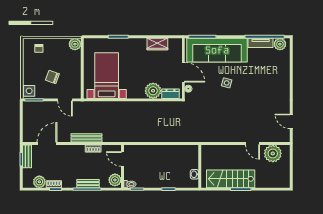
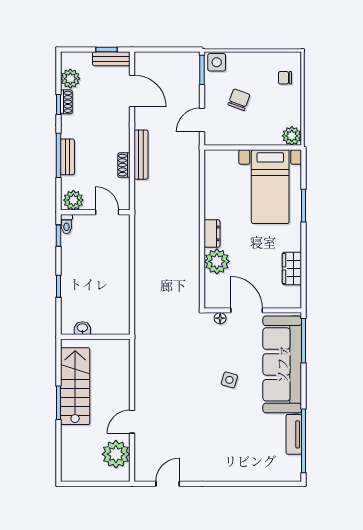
plant: (280, 44) -> (292, 466), removed
door: (183, 72) -> (247, 310), swing flipped
bed with nightstands: (107, 76) -> (270, 187), moved, turned 90
dresser: (170, 94) -> (212, 233), moved
door: (122, 159) -> (107, 212), hinge flipped

